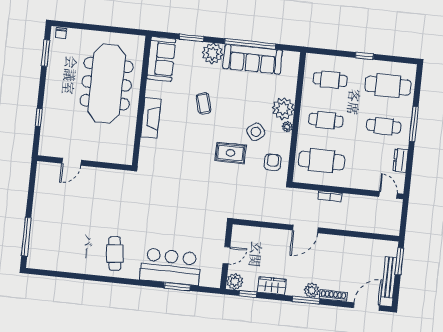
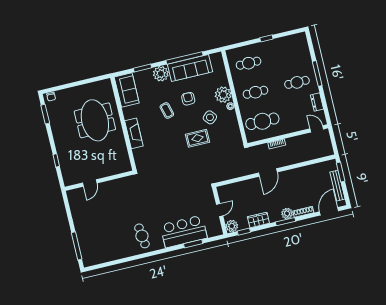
meeting table: (107, 84) -> (95, 120), width x0.73
cafe table: (388, 86) -> (290, 53), removed
armchair: (273, 162) -> (188, 99), moved

